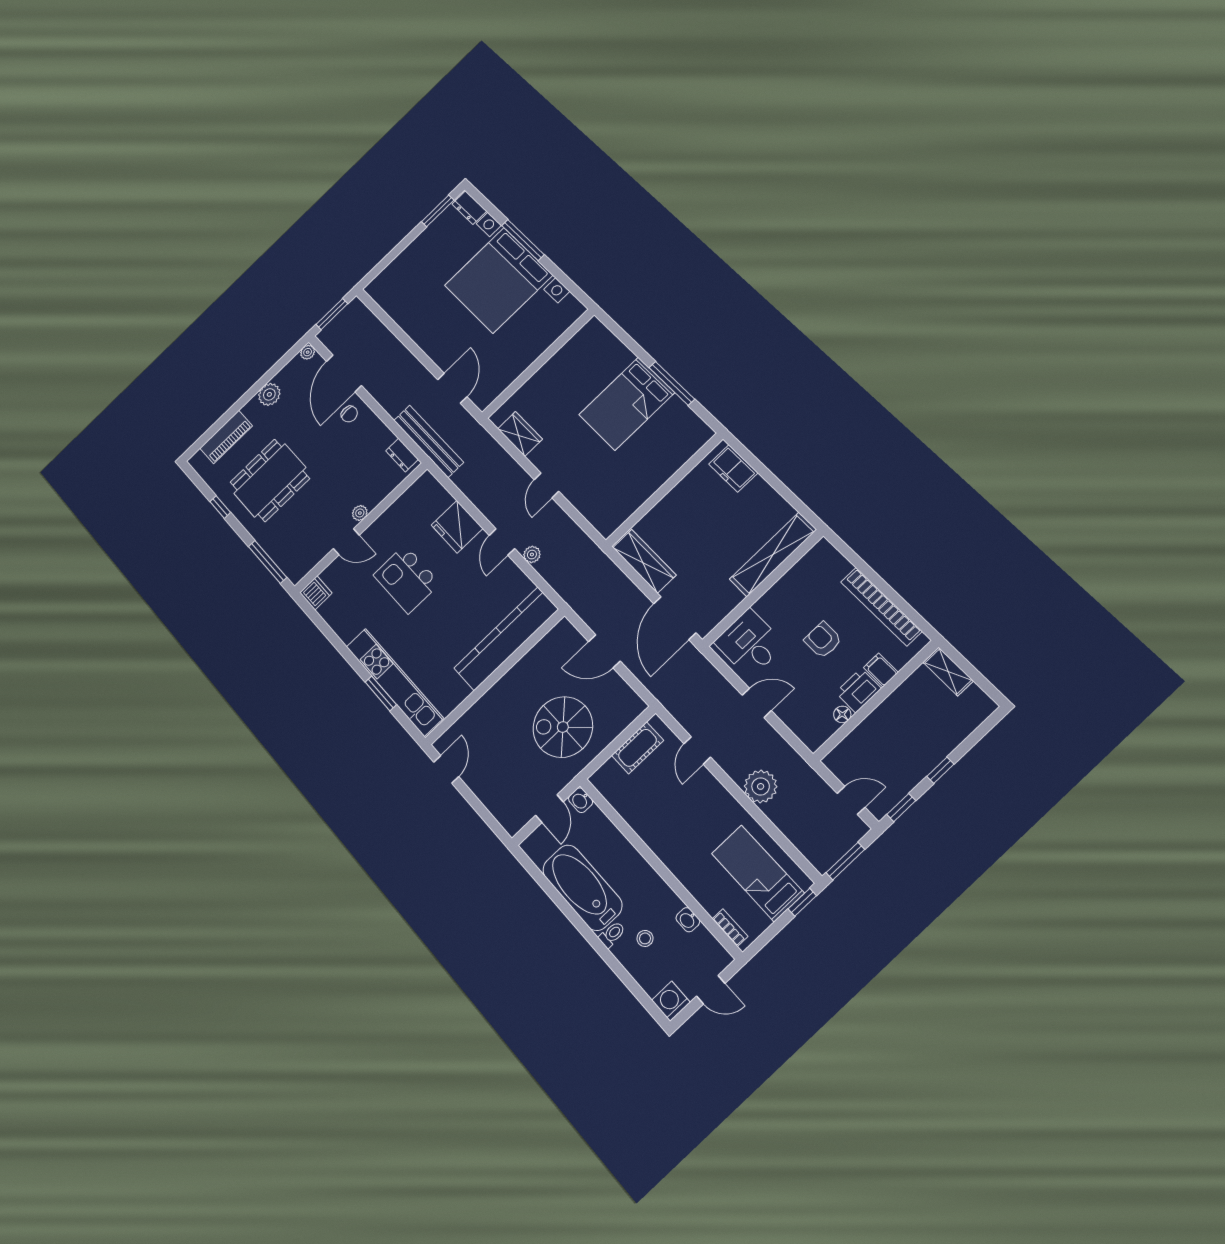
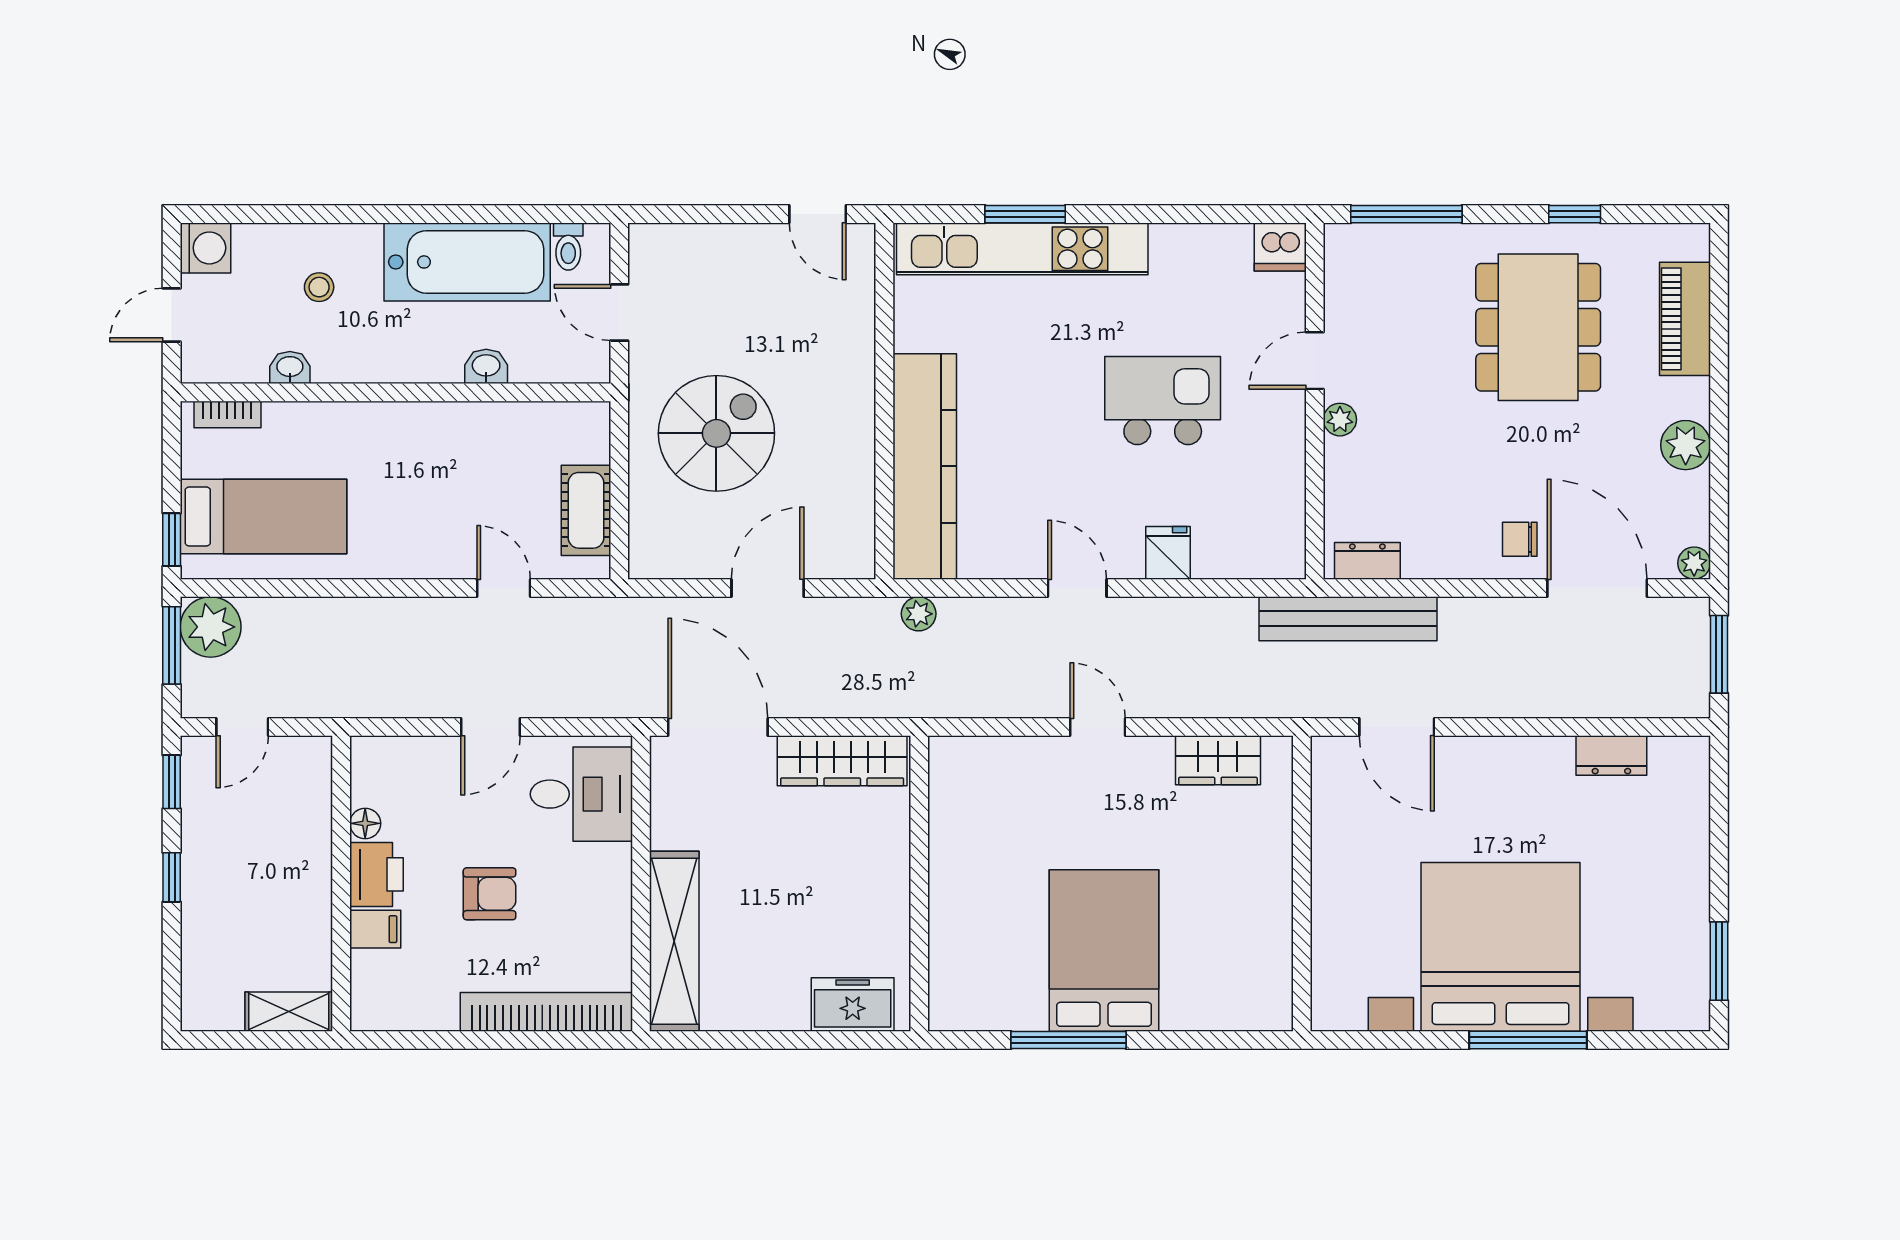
dresser: (469, 208) -> (1611, 756), moved, turned 180
fridge: (457, 527) -> (1168, 553), width x0.53, depth x0.75
plant: (532, 555) -> (919, 614), moved
bookcase: (881, 607) -> (546, 1012), moved
plant: (761, 786) -> (211, 627), moved
washbasin: (581, 800) -> (486, 366), moved
toilet: (612, 934) -> (568, 247), moved

